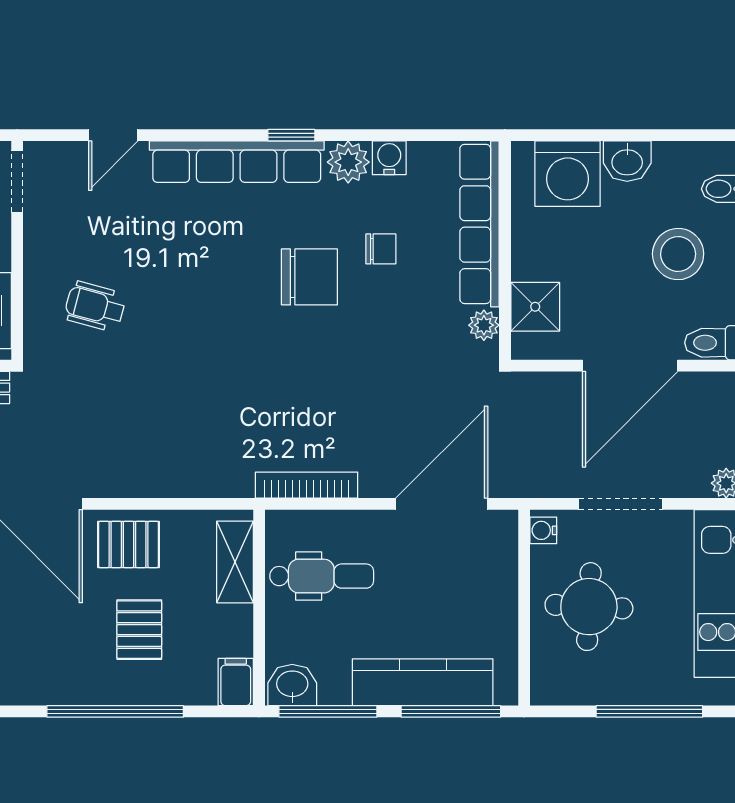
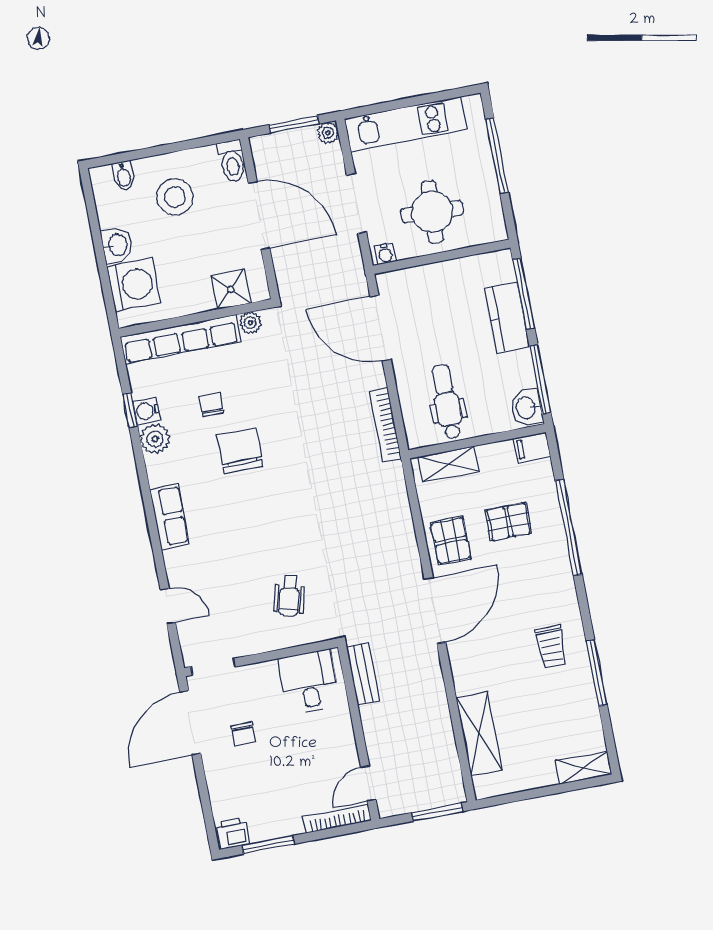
window: (291, 135) -> (130, 410), moved
row of seats: (237, 162) -> (170, 517), width x0.50
kitchen counter: (423, 682) -> (507, 317), width x0.67

